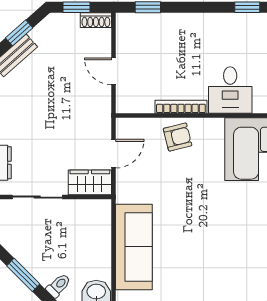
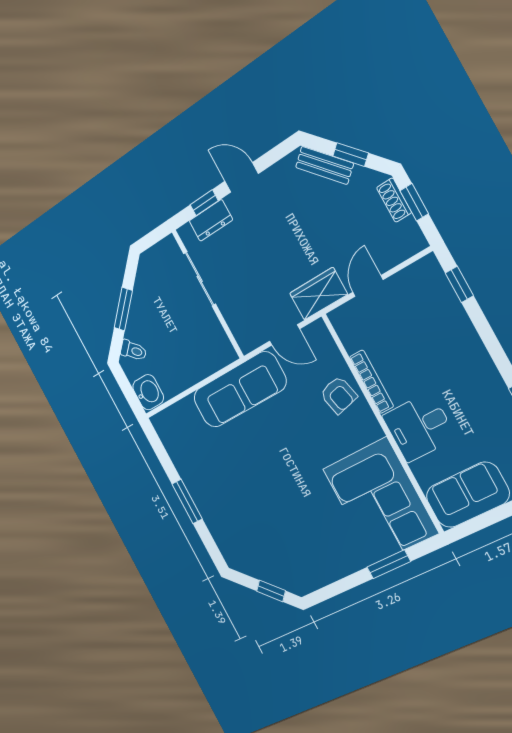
shoe rack: (96, 20) -> (394, 200), moved
wardrobe: (90, 182) -> (319, 294), moved, turned -90
sofa: (134, 247) -> (240, 390), moved

